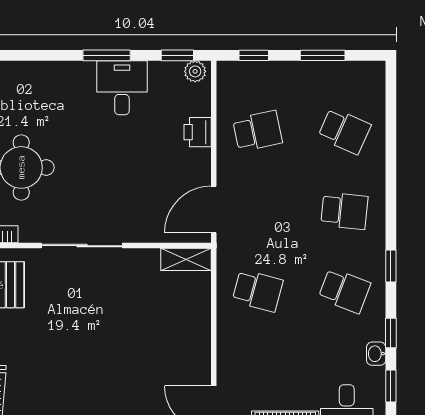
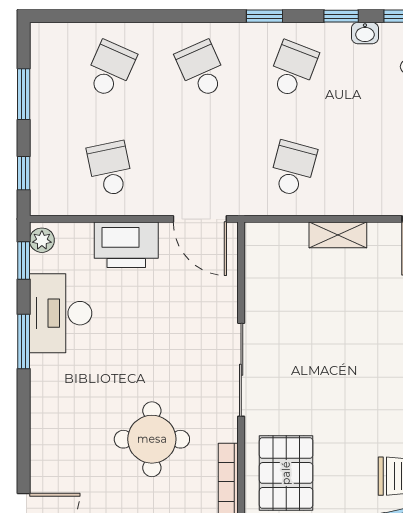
desk: (122, 88) -> (61, 313), width x1.37
printer: (198, 132) -> (126, 245), width x1.87, depth x1.48
school desk: (344, 211) -> (201, 69), turned -30
shelving: (186, 259) -> (338, 235), moved, turned 90

